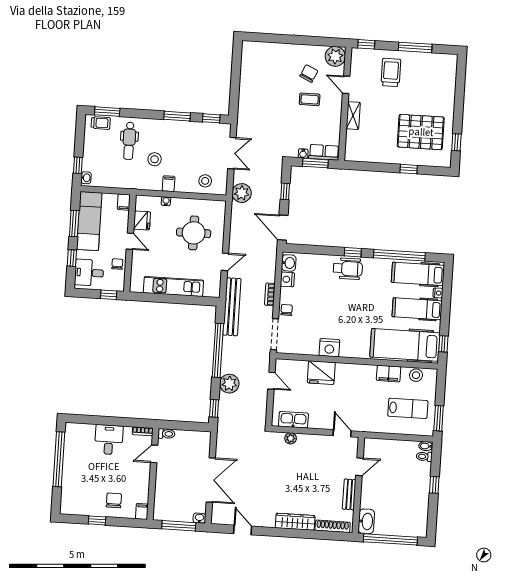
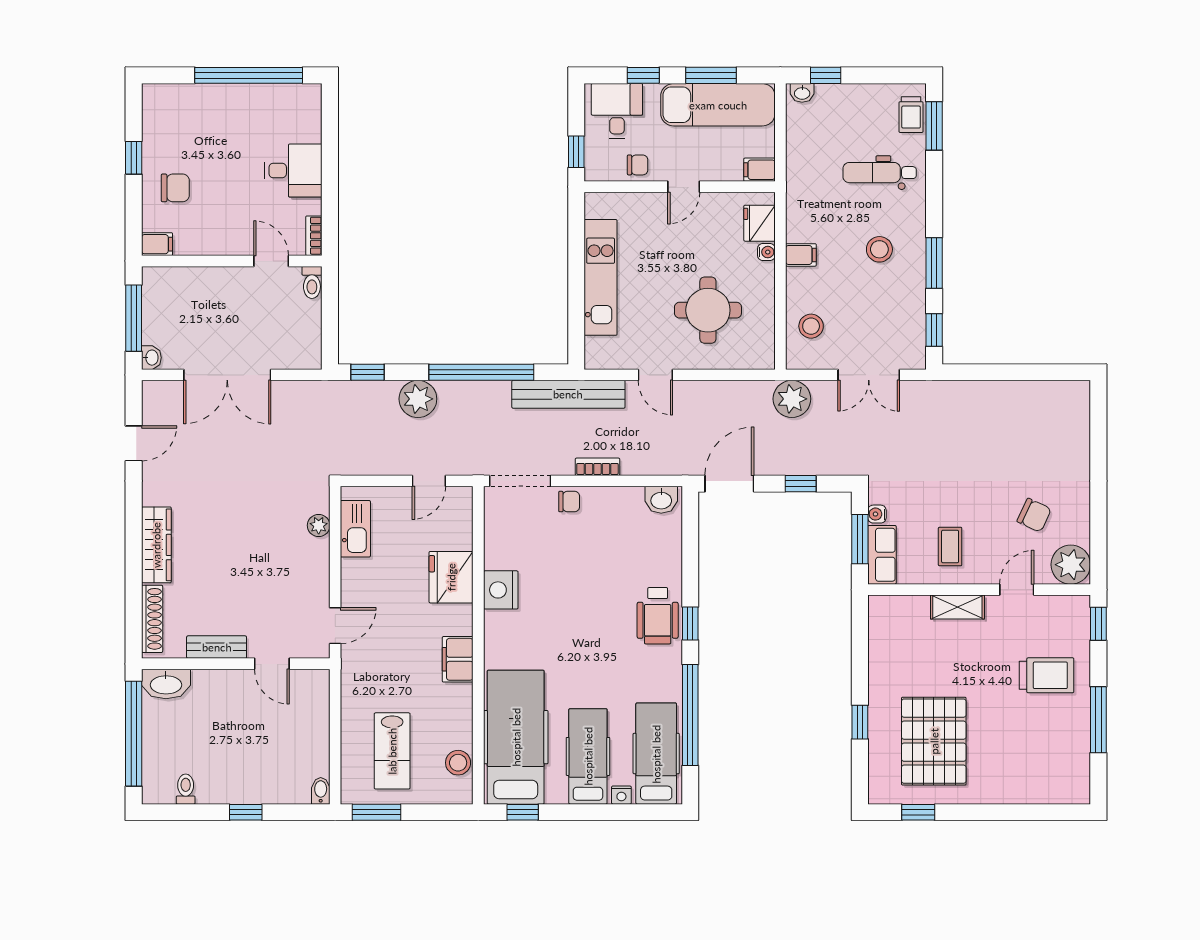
coffee table: (310, 99) -> (950, 547), moved
stool: (155, 159) -> (879, 249), moved
fridge: (142, 220) -> (759, 223), moved, turned 90
nightstand: (287, 279) -> (629, 499), removed
filing cabinet: (389, 374) -> (458, 659), moved
toilet: (424, 457) -> (186, 789), moved

